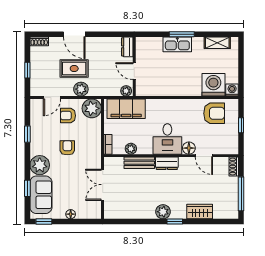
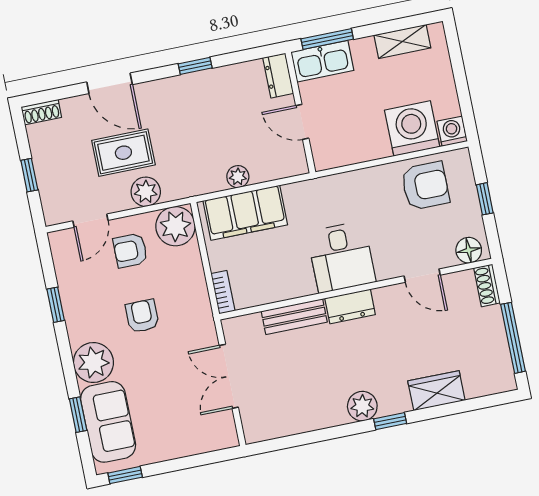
window: (117, 34) -> (195, 66), added
dresser: (127, 47) -> (278, 76), moved
wall: (134, 67) -> (300, 113), moved
door: (134, 71) -> (302, 122), moved
floor lamp: (189, 148) -> (469, 250), moved
plant: (131, 149) -> (271, 292), removed
floor lamp: (71, 214) -> (176, 449), removed

